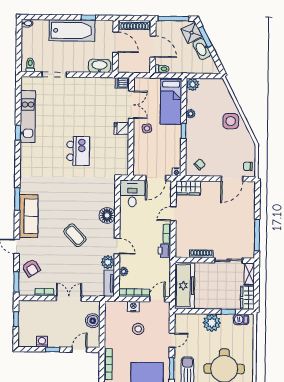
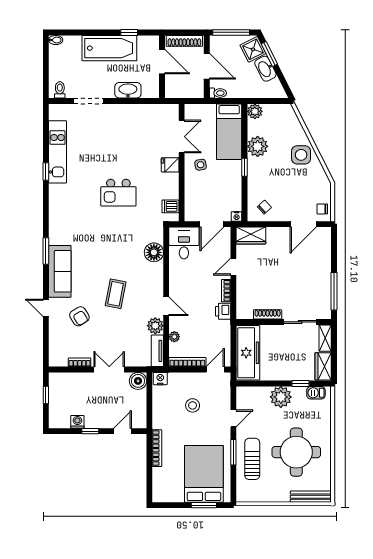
washbasin: (99, 66) -> (128, 90), moved
dishwasher: (122, 83) -> (170, 206), moved
plant: (191, 114) -> (258, 146), width x1.87, depth x1.87
kitchen island: (78, 151) -> (118, 193), turned 90
floor lamp: (107, 215) -> (154, 252), moved
coffee table: (75, 235) -> (116, 294), turned 54
armchair: (31, 268) -> (79, 316), moved
window: (16, 282) -> (46, 350), removed
nightstand: (133, 307) -> (160, 379), moved
boiler: (93, 321) -> (138, 381), moved

